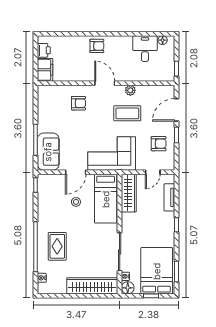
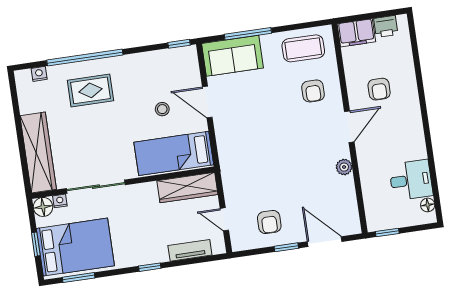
armchair: (97, 46) -> (379, 89), moved
coffee table: (127, 113) -> (303, 48), moved, turned 90
corner sofa: (112, 153) -> (244, 153), removed

